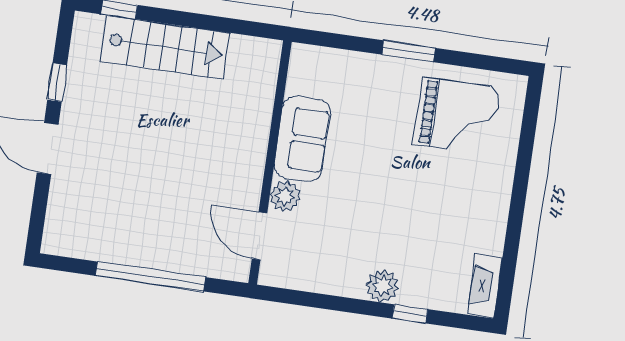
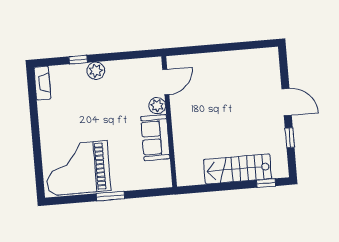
grand piano: (457, 116) -> (77, 168), width x1.37, depth x1.48
door: (259, 236) -> (166, 82), hinge flipped
window: (150, 276) -> (218, 48), removed

